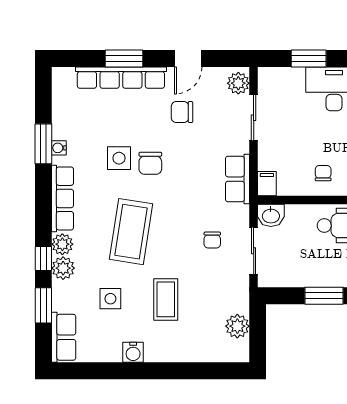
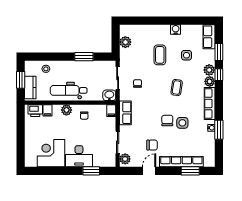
window: (124, 59) -> (190, 171), moved
coffee table: (131, 232) -> (177, 88), width x0.54, depth x0.58

